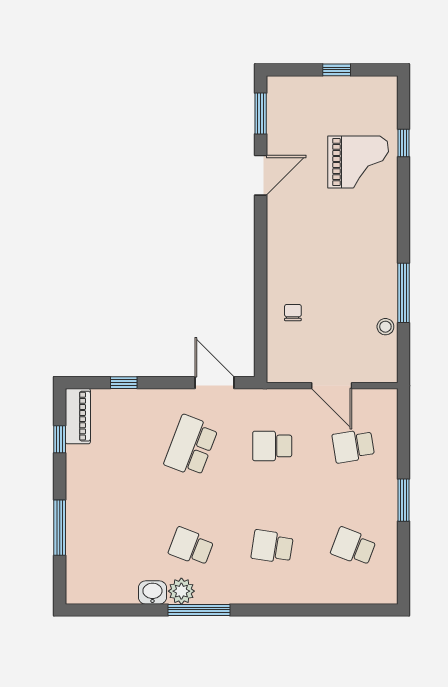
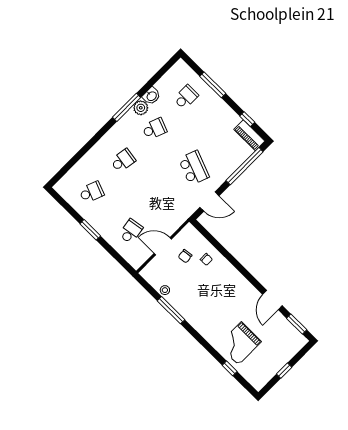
chair: (316, 344) -> (185, 256), added
window: (124, 383) -> (245, 166), width x3.17
school desk: (272, 446) -> (186, 97), moved

